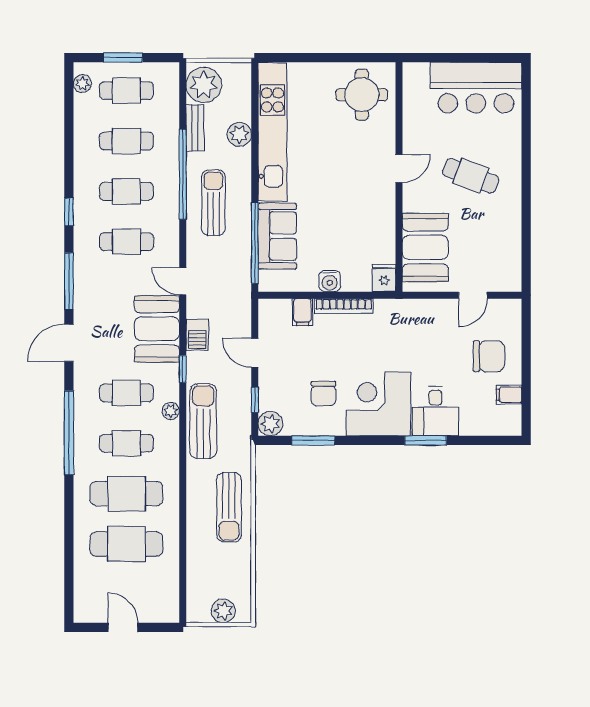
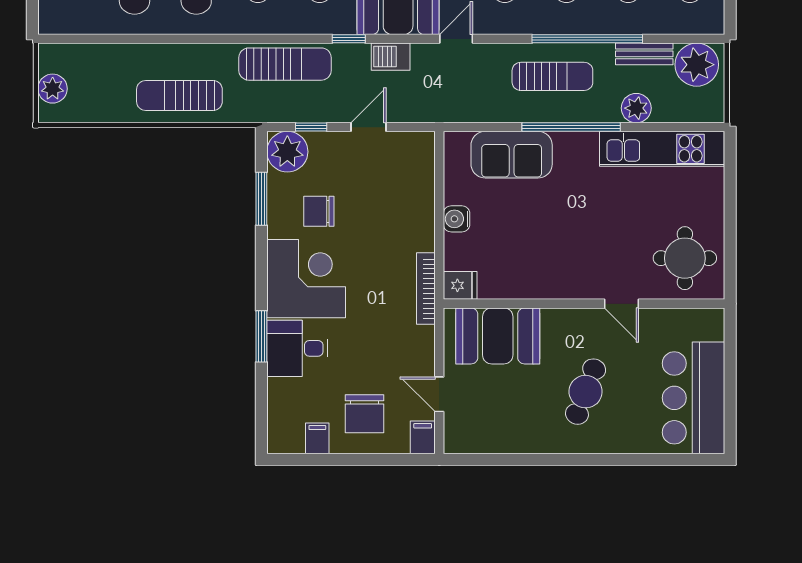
kitchen unit: (272, 132) -> (662, 149), width x0.73
door: (399, 169) -> (621, 304), moved
window: (255, 243) -> (571, 127), moved
bookcase: (344, 306) -> (426, 289), moved
filing cabinet: (302, 312) -> (423, 437), moved, turned 90
plant: (171, 411) -> (297, 24), removed
plant: (270, 424) -> (287, 152), width x1.36, depth x1.36

